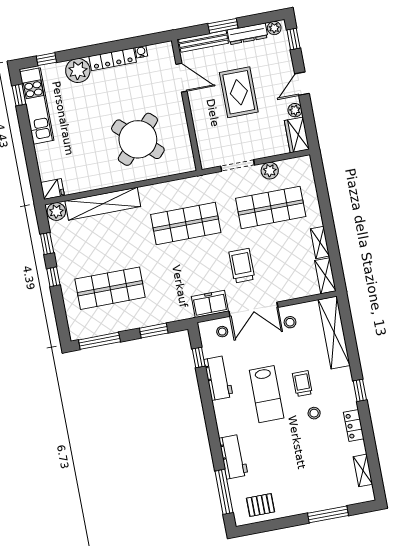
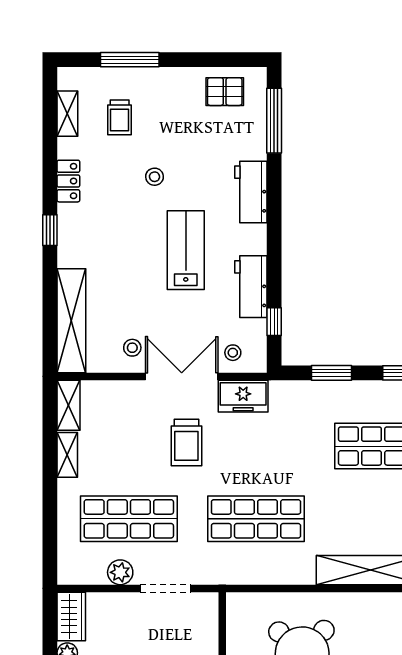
trolley: (302, 384) -> (120, 117), moved
stool: (314, 413) -> (154, 177), moved
workbench: (233, 457) -> (251, 192), moved

